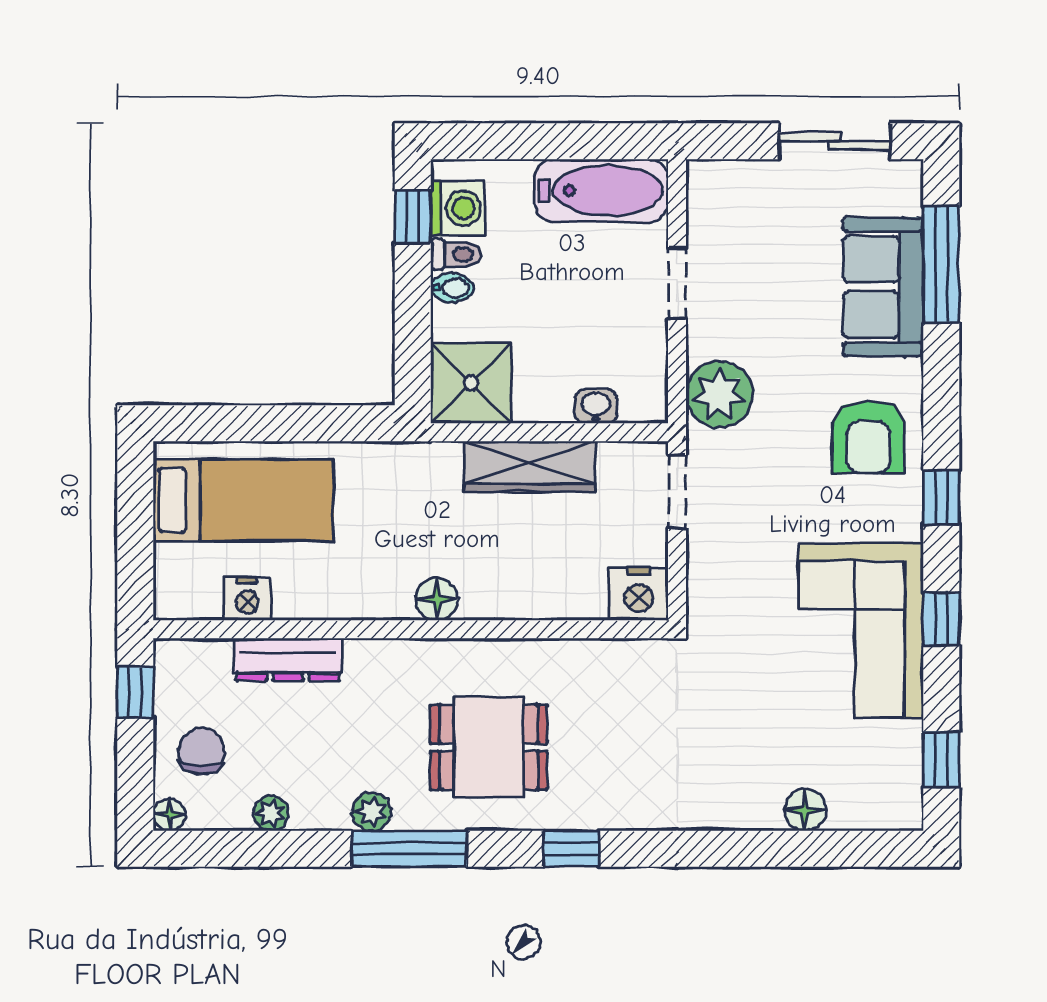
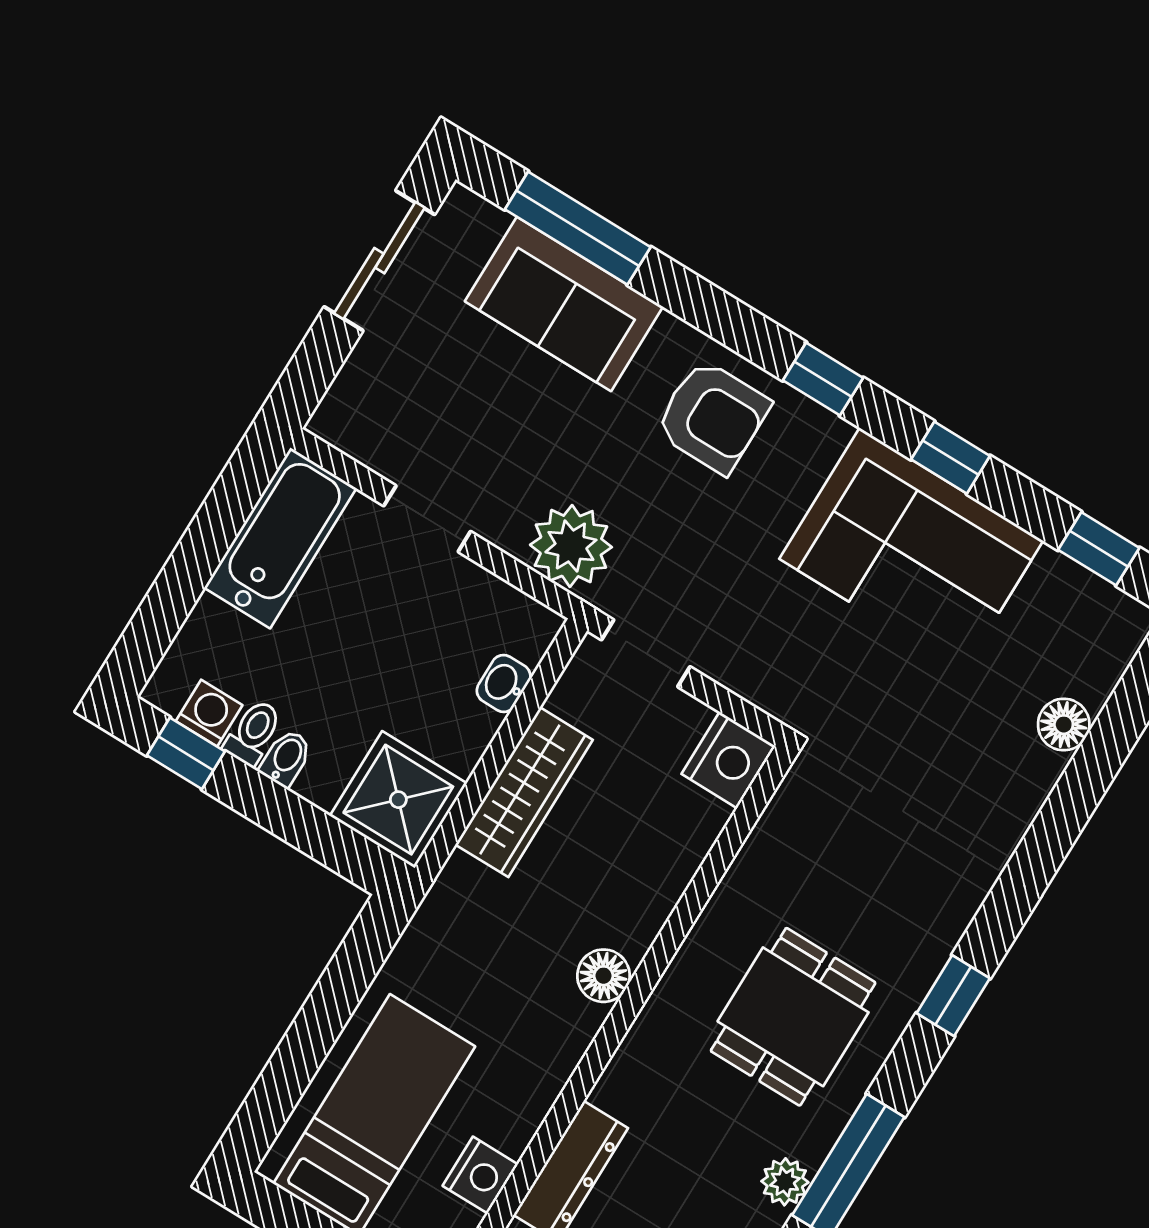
washing machine: (458, 208) -> (209, 713), width x0.73, depth x0.73

